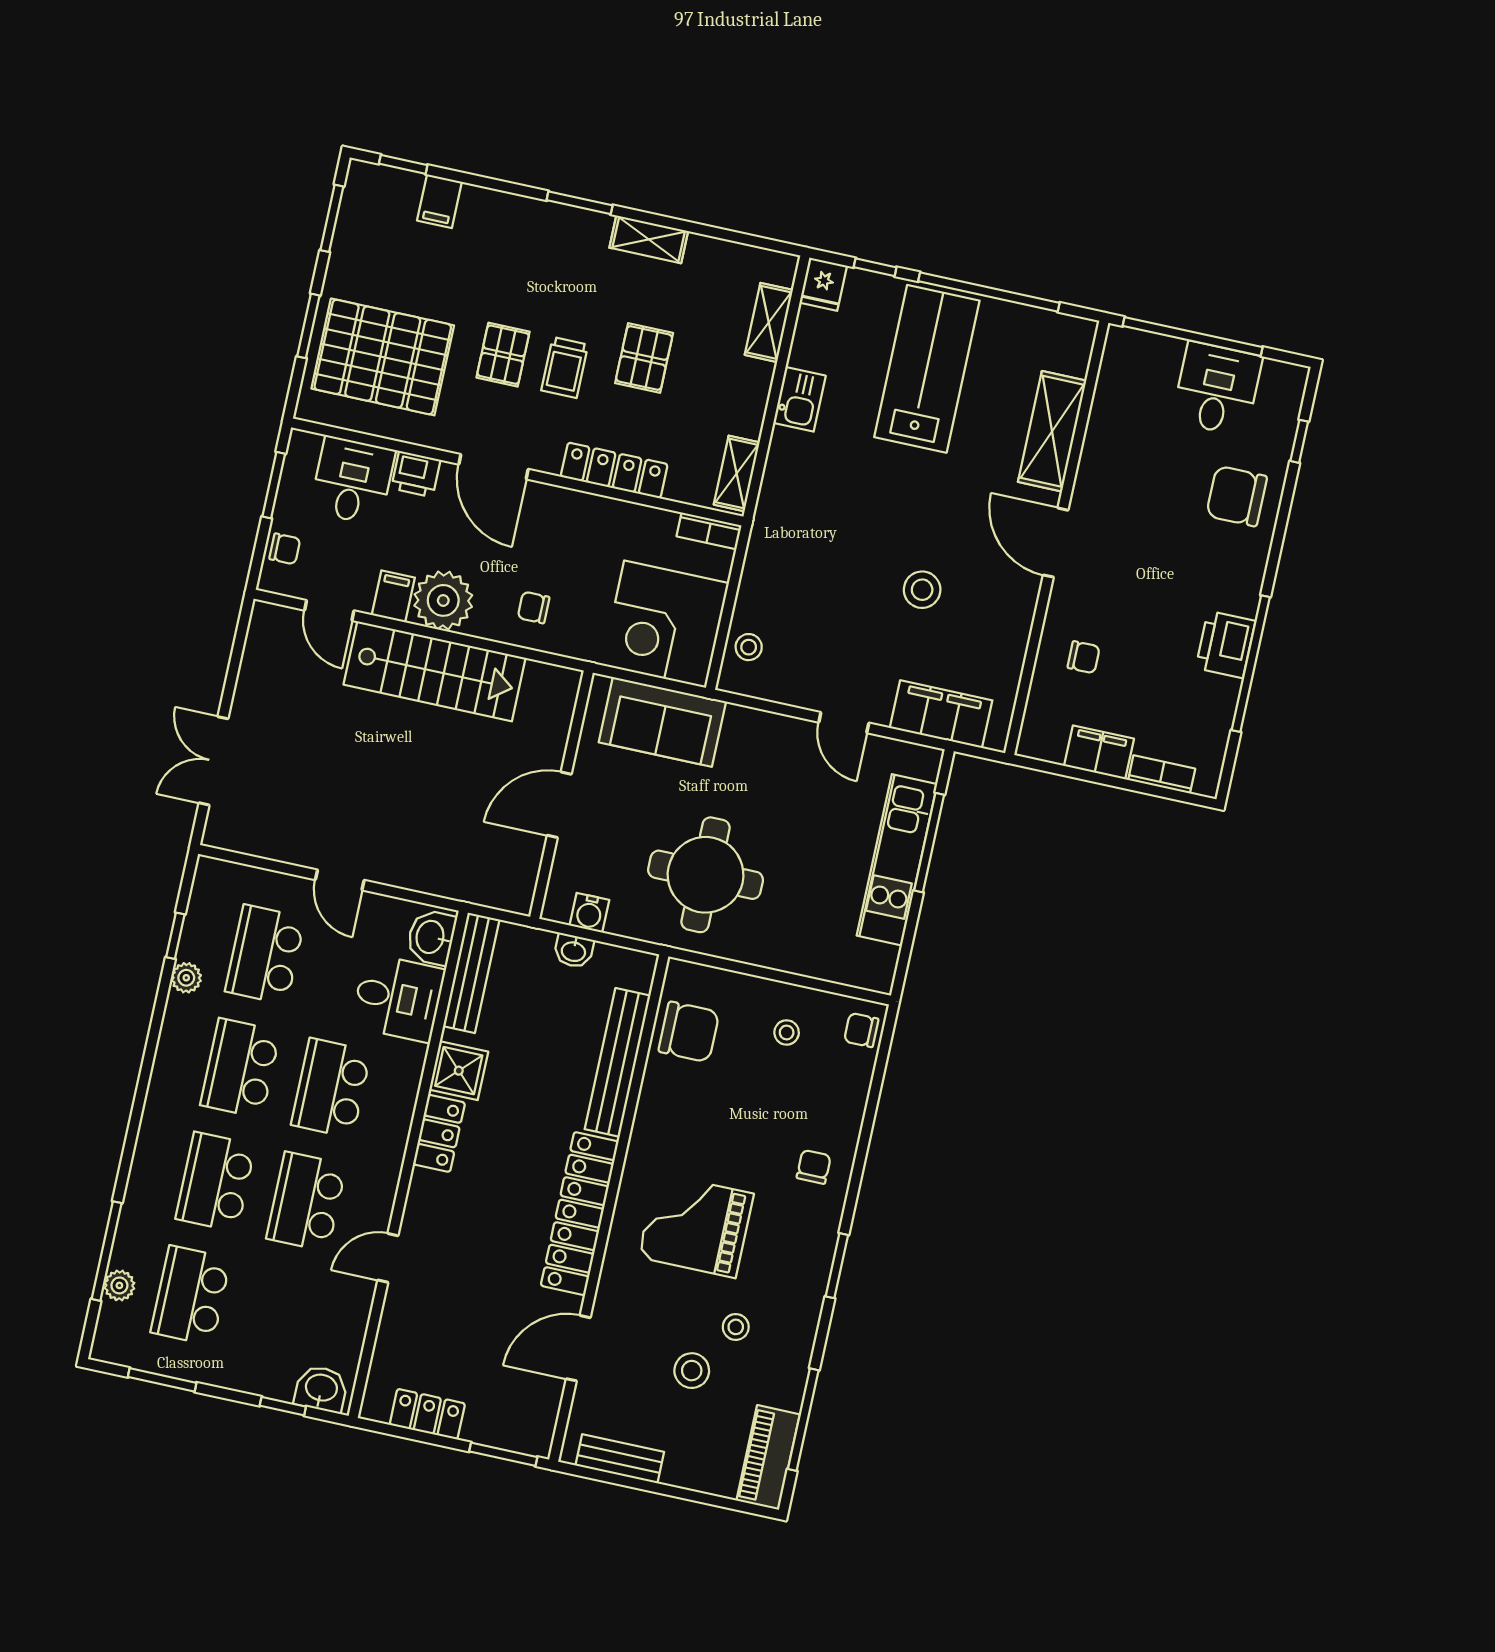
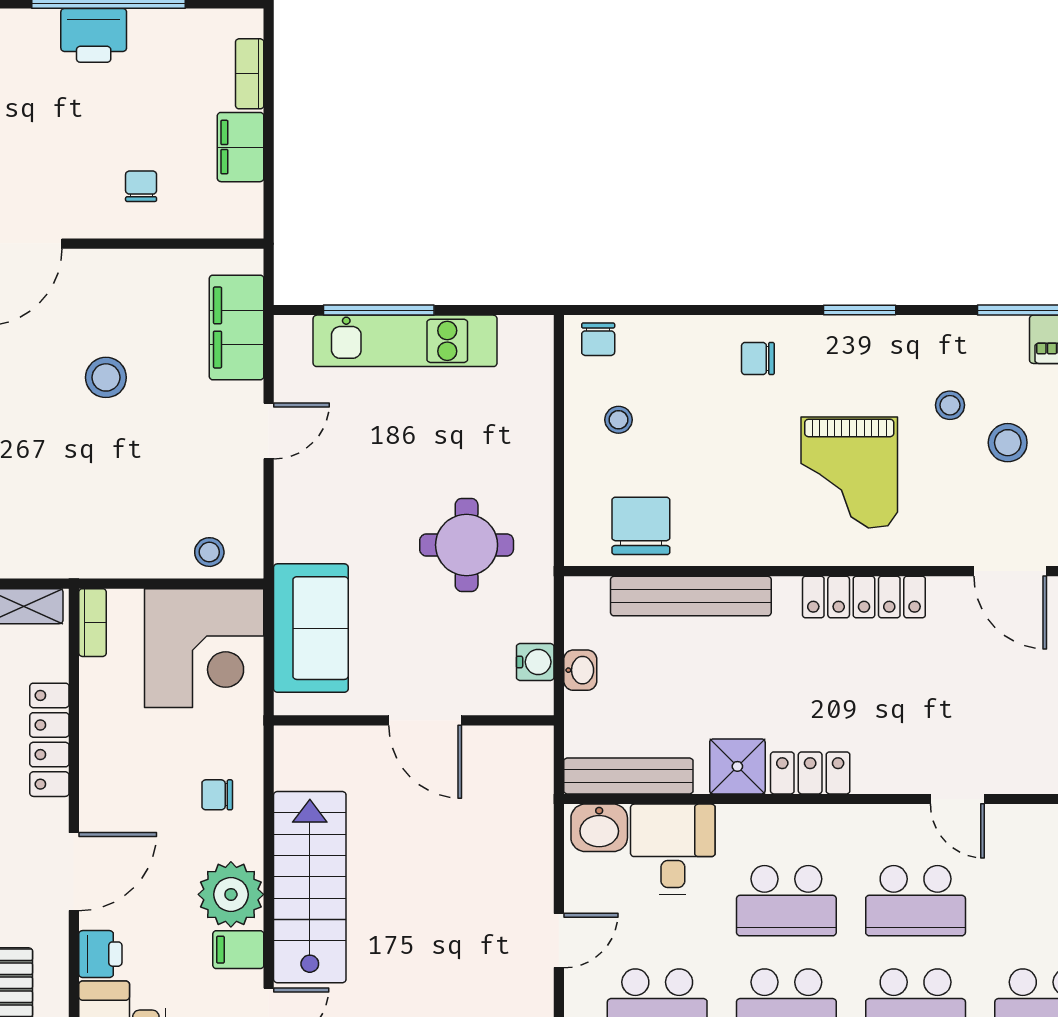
chair: (534, 607) -> (217, 795), turned 90
round table: (706, 875) -> (467, 545), width x0.73, depth x0.73
locker: (580, 1214) -> (864, 597), width x0.71, depth x0.83

